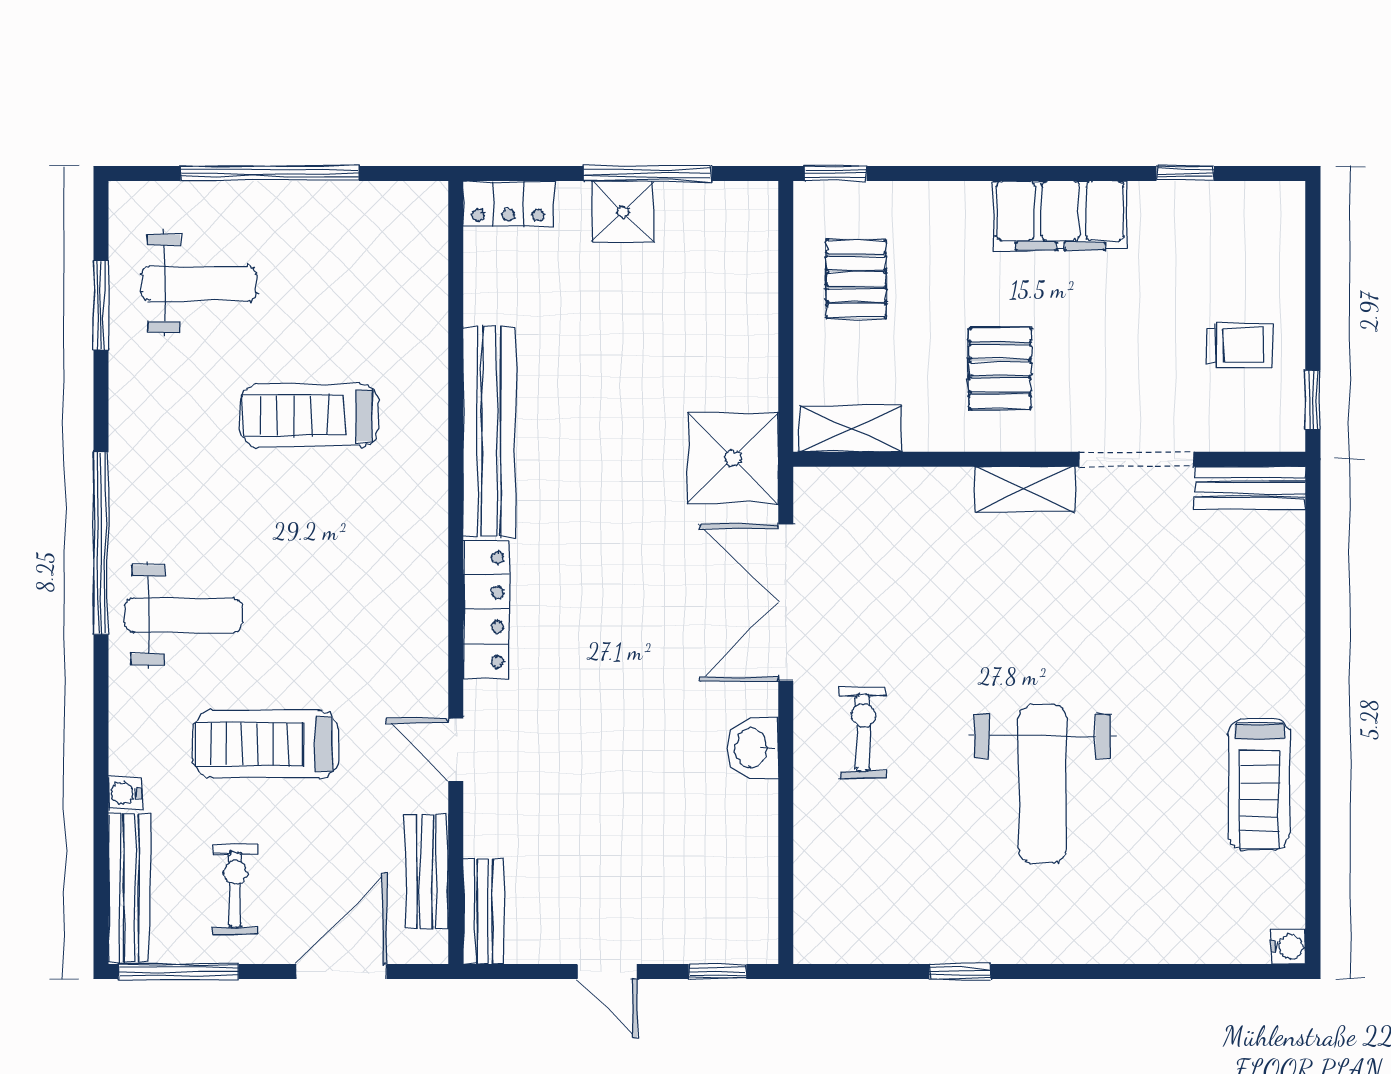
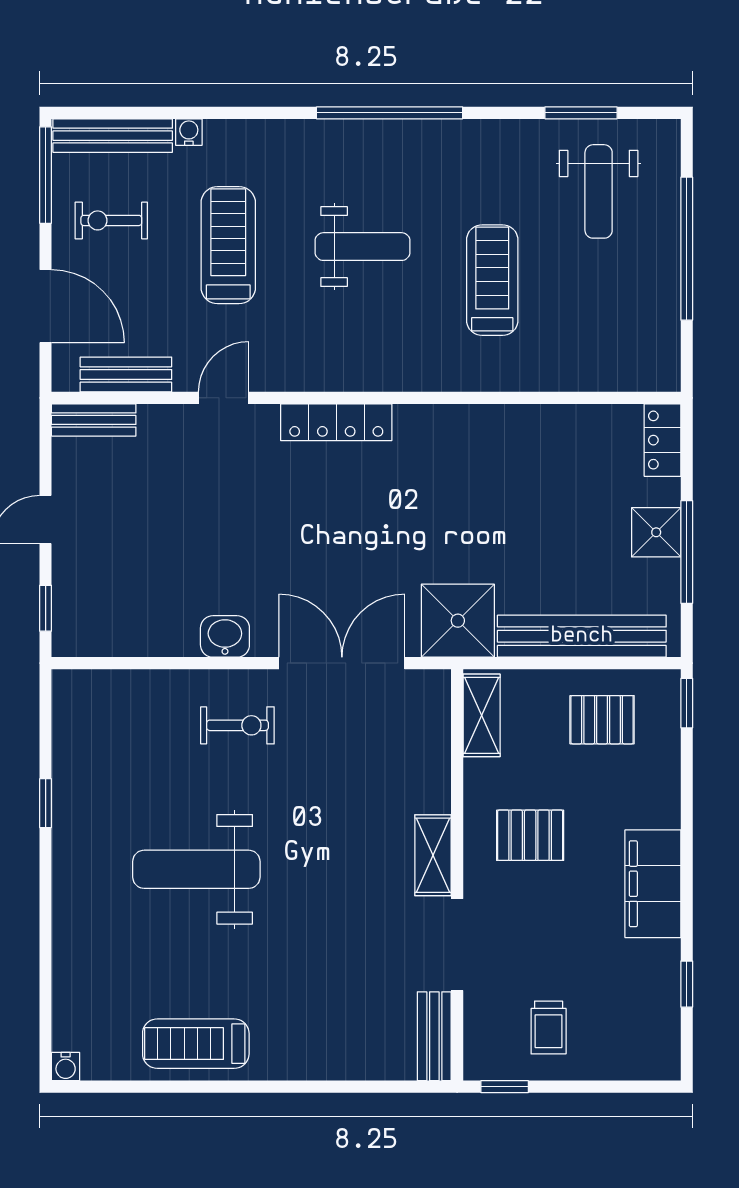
bench: (489, 431) -> (582, 636), moved
weight bench: (184, 615) -> (362, 247), moved, turned -90
exercise bike: (235, 890) -> (111, 220), turned 180

